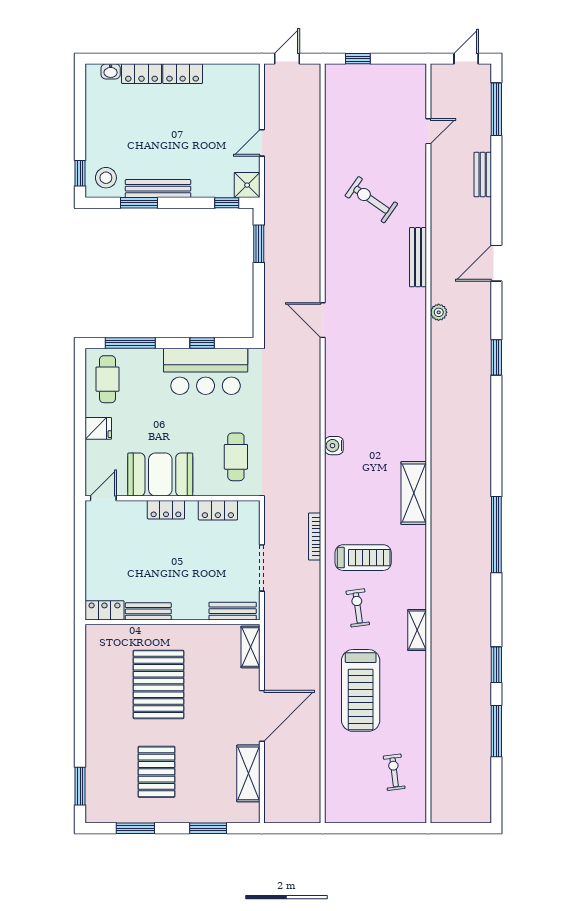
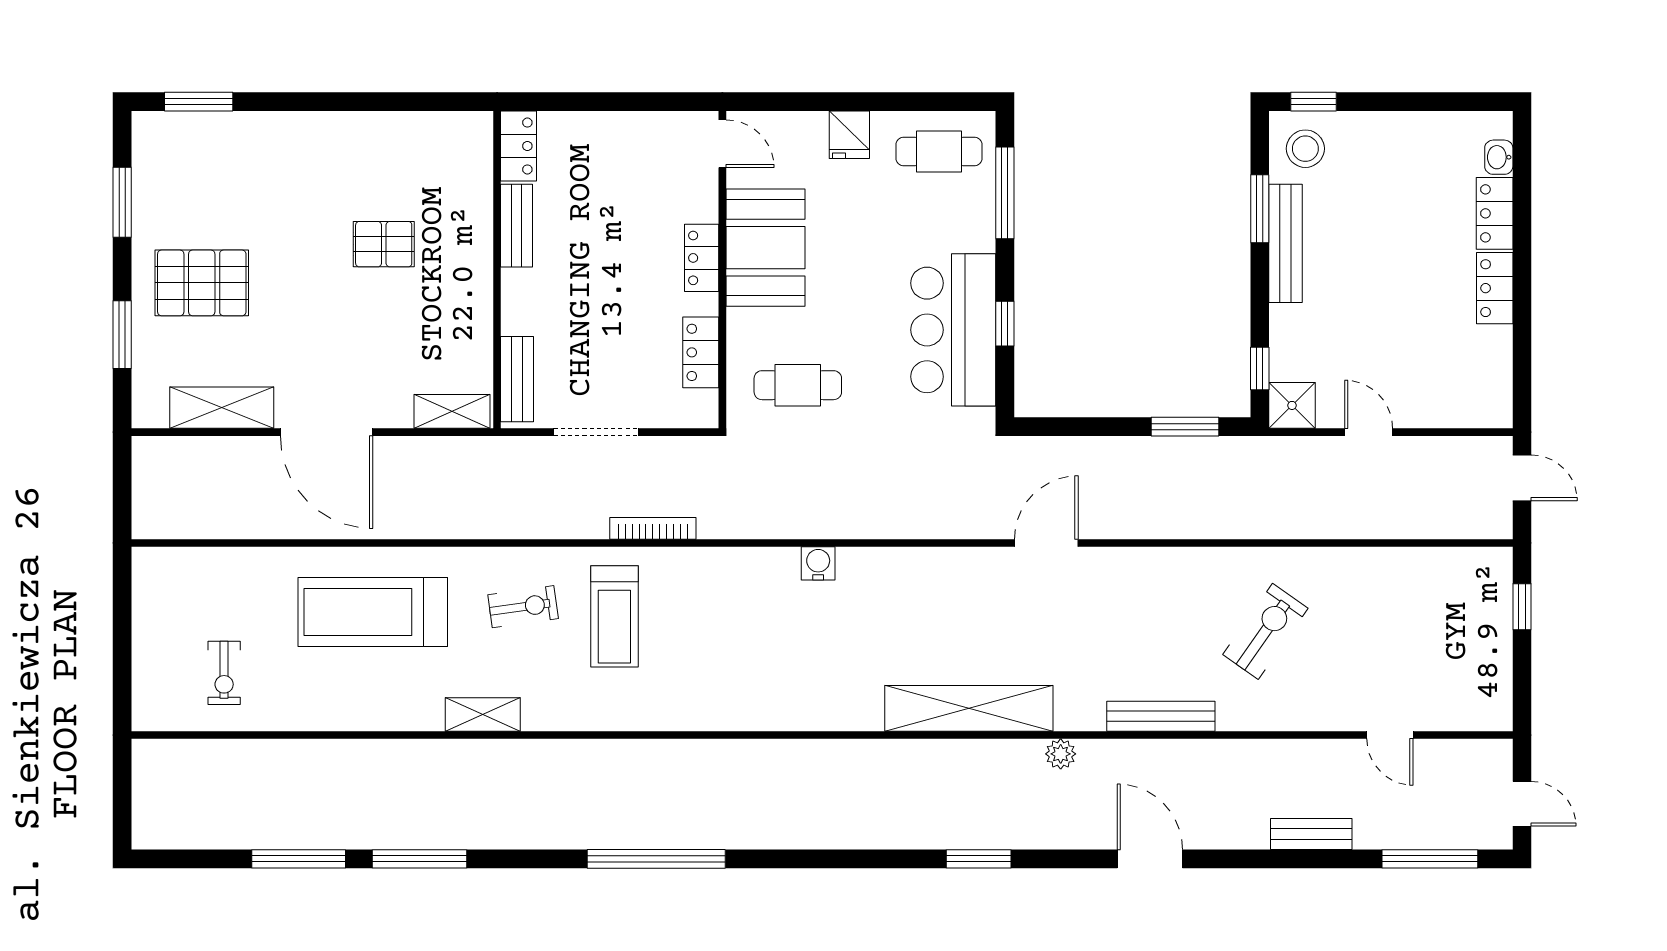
shelving: (414, 493) -> (969, 708), moved, width x1.47
window: (496, 665) -> (419, 859), width x1.44
pallet: (158, 684) -> (384, 244), width x0.49, depth x0.50
pallet: (156, 772) -> (202, 283), moved
exercise bike: (394, 772) -> (224, 673), turned 97

